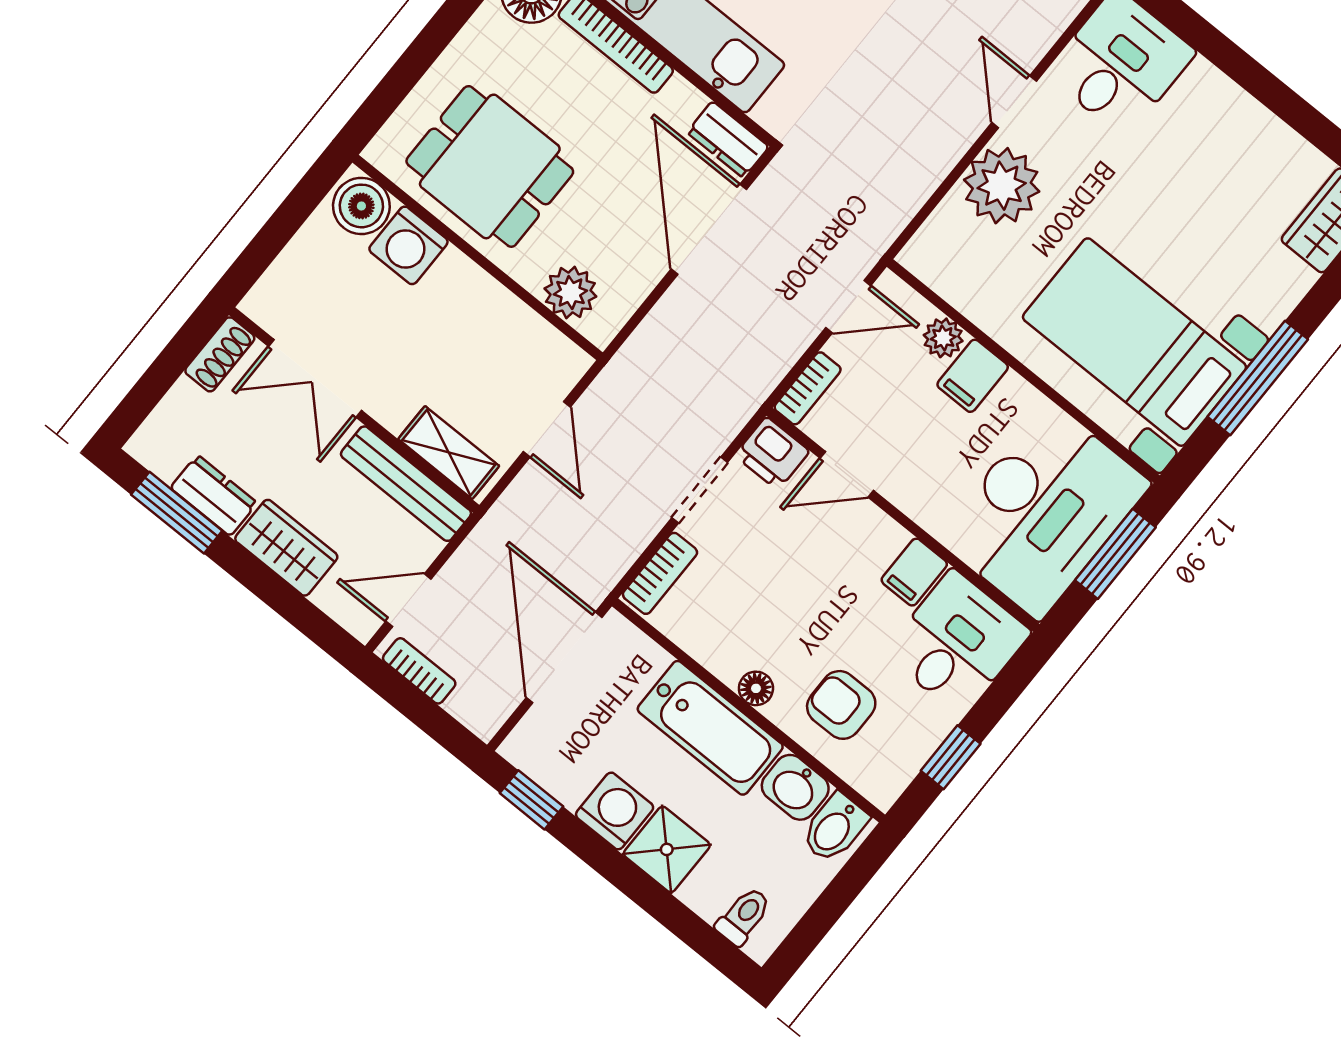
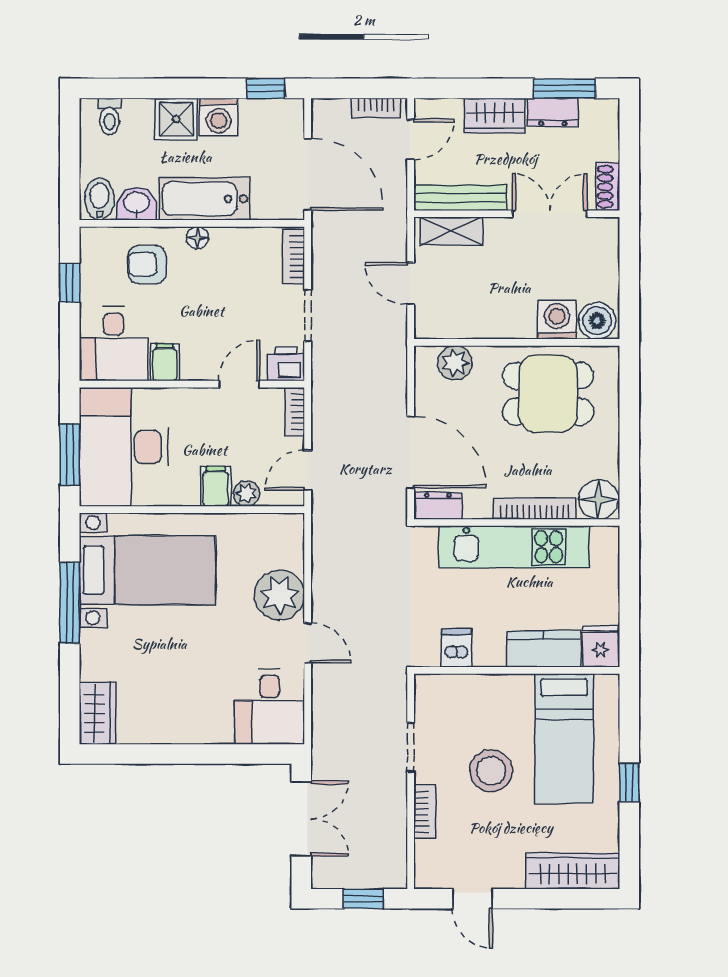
armchair: (841, 705) -> (147, 264), turned 180

